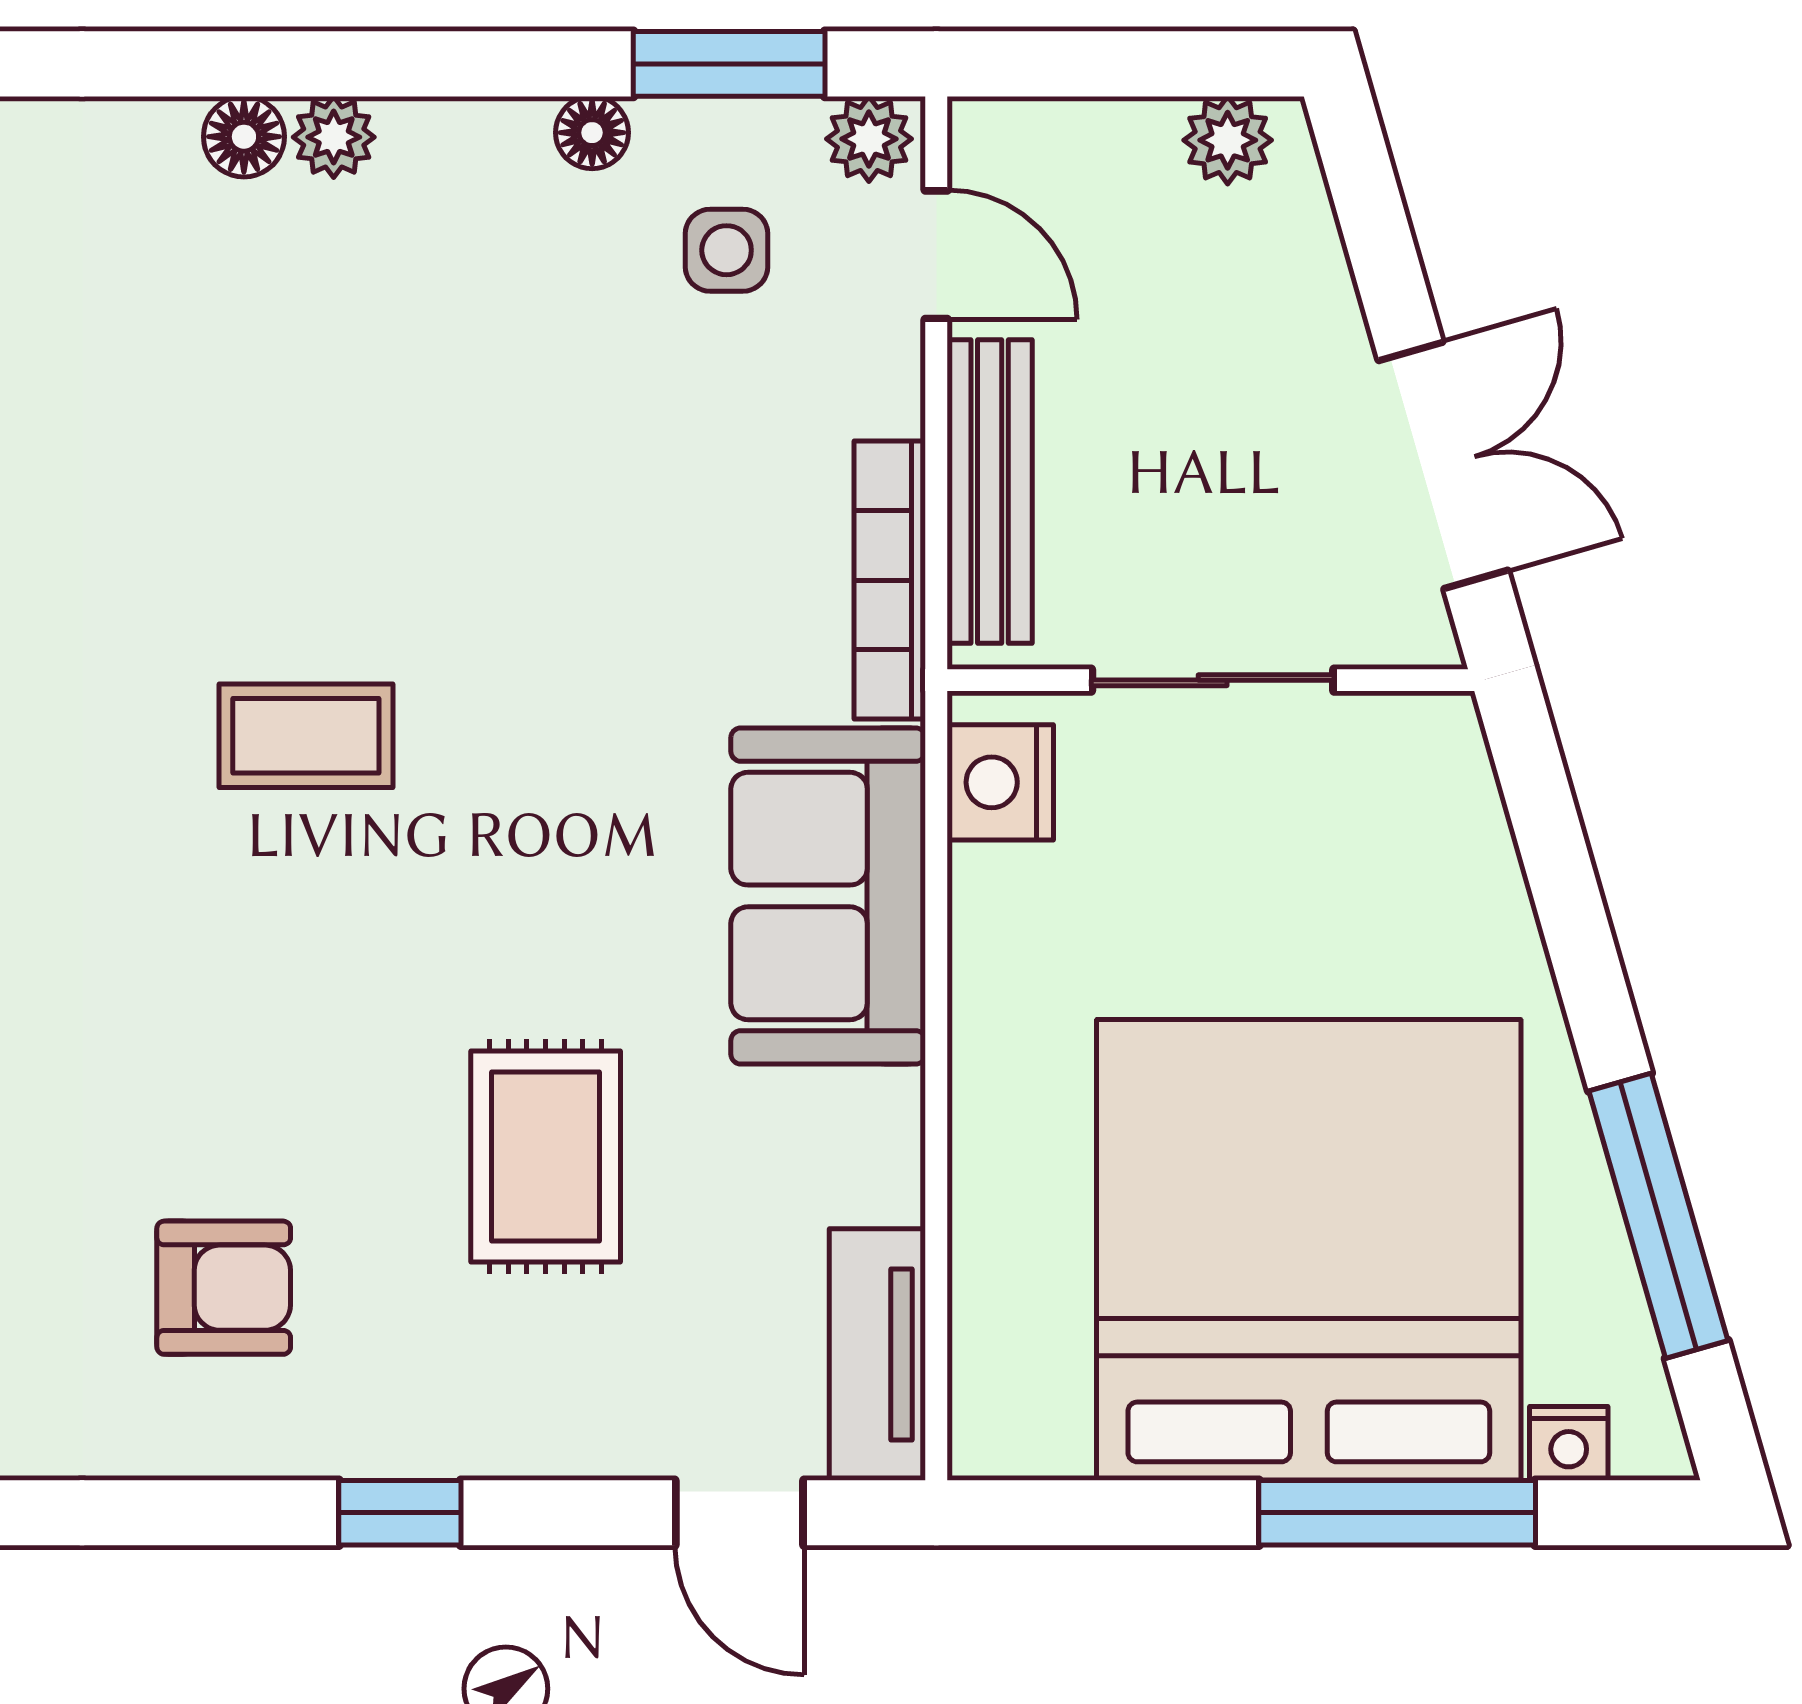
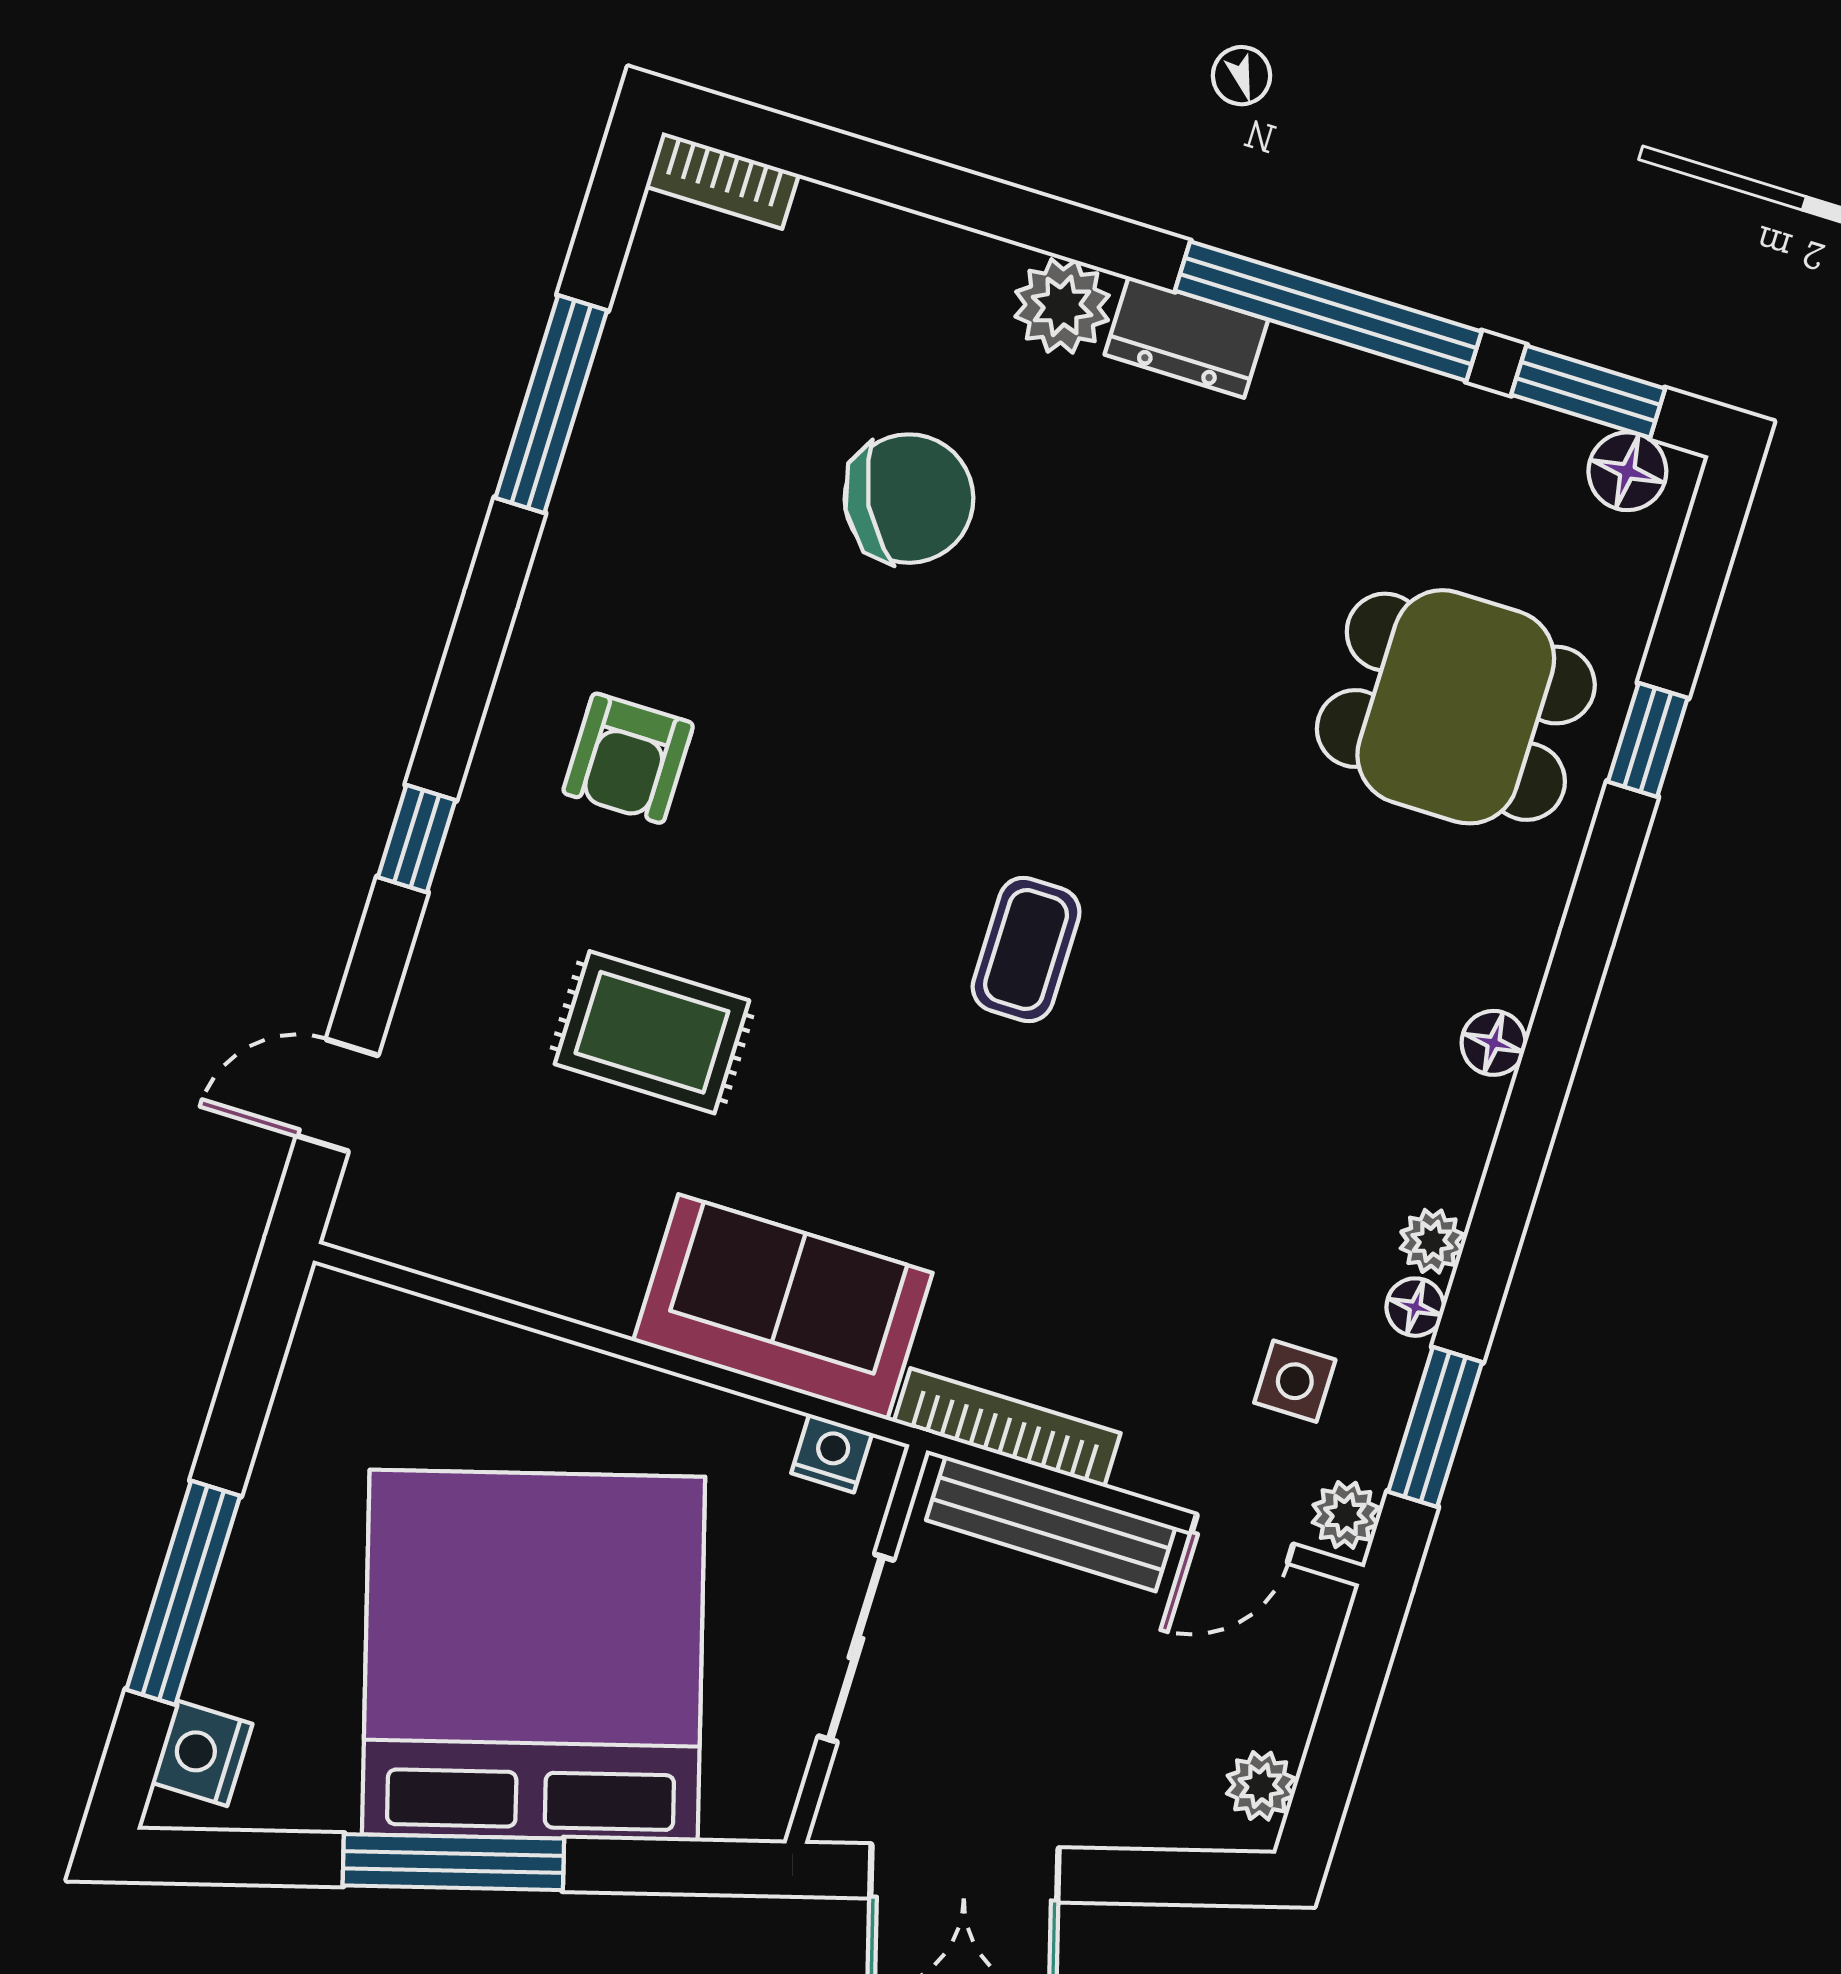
plant: (334, 137) -> (1432, 1241), moved
nightstand: (1000, 782) -> (832, 1453), width x0.72, depth x0.74
window: (1658, 1216) -> (453, 1862), moved
bed: (1309, 1250) -> (534, 1656), moved, turned -106
tv unit: (877, 1355) -> (425, 1237), removed
nightstand: (1569, 1443) -> (202, 1753), width x1.39, depth x1.35

